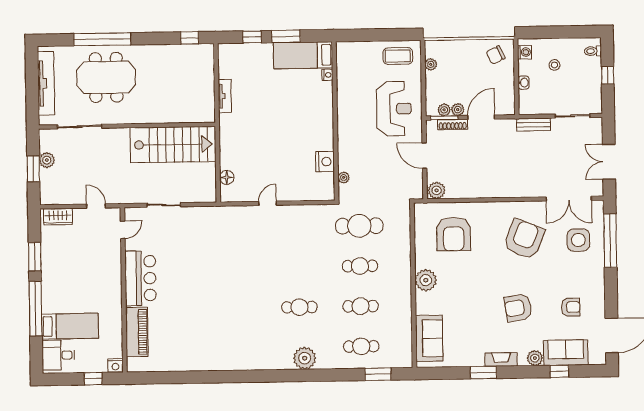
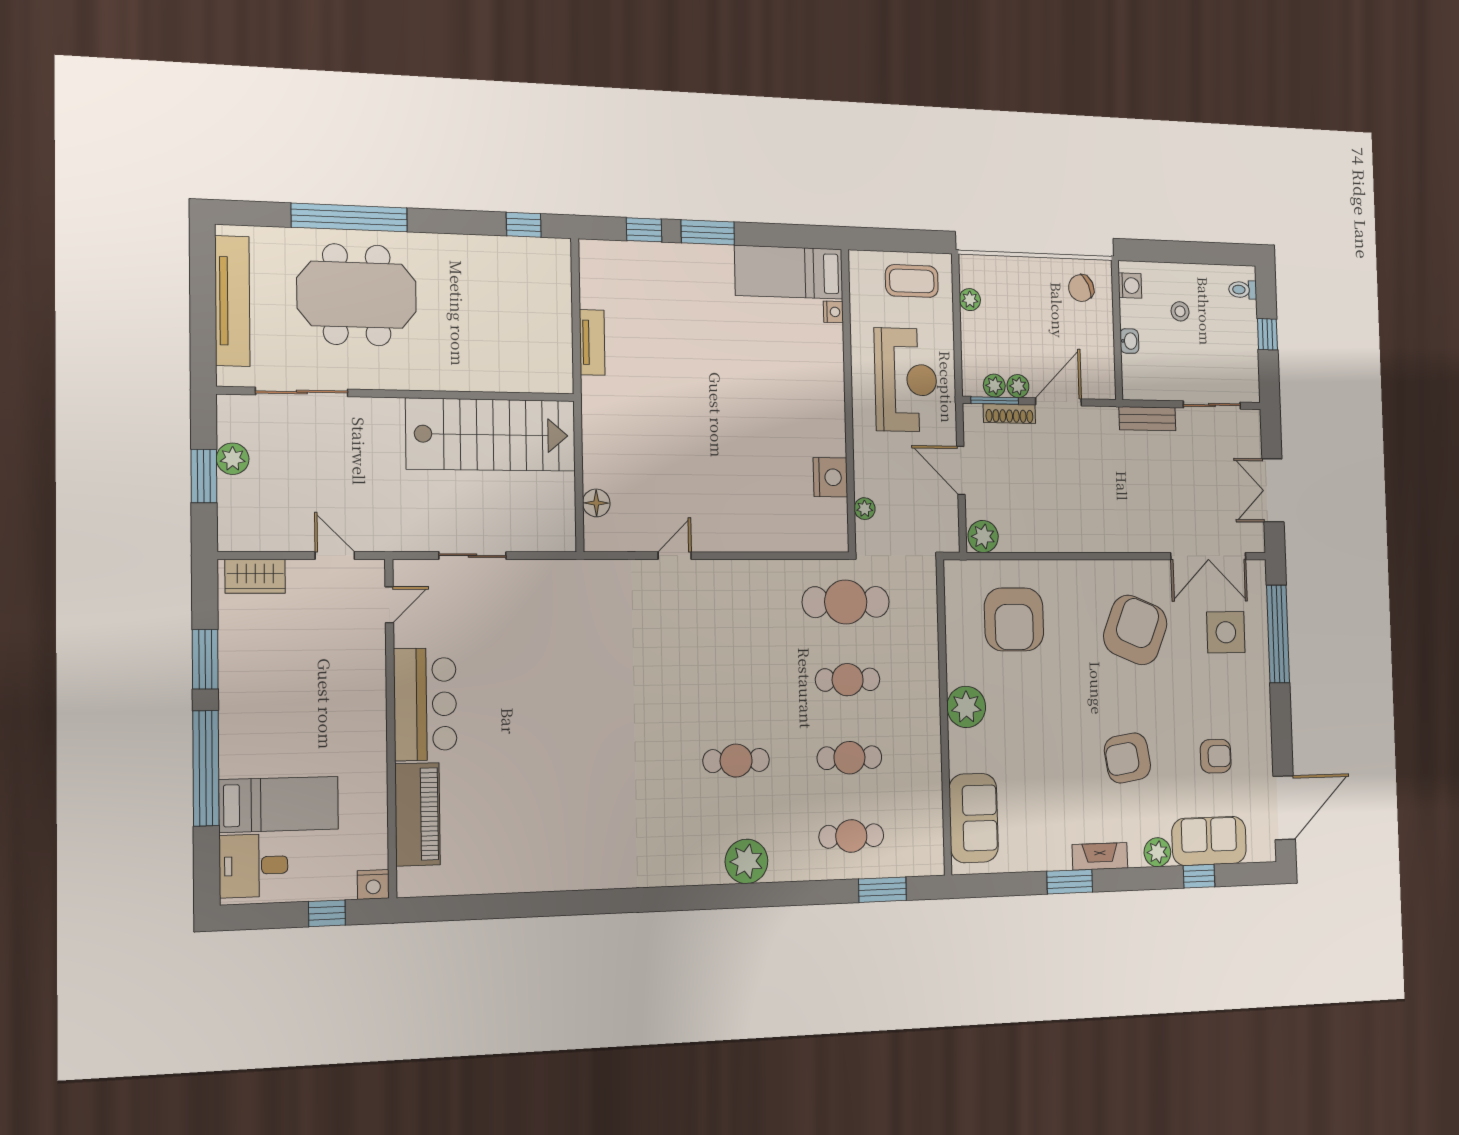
bed: (303, 55) -> (789, 272), moved
nightstand: (327, 75) -> (833, 312), moved
wall: (335, 121) -> (848, 400), moved
nightstand: (325, 162) -> (830, 477), moved
plant: (344, 177) -> (865, 509), moved

